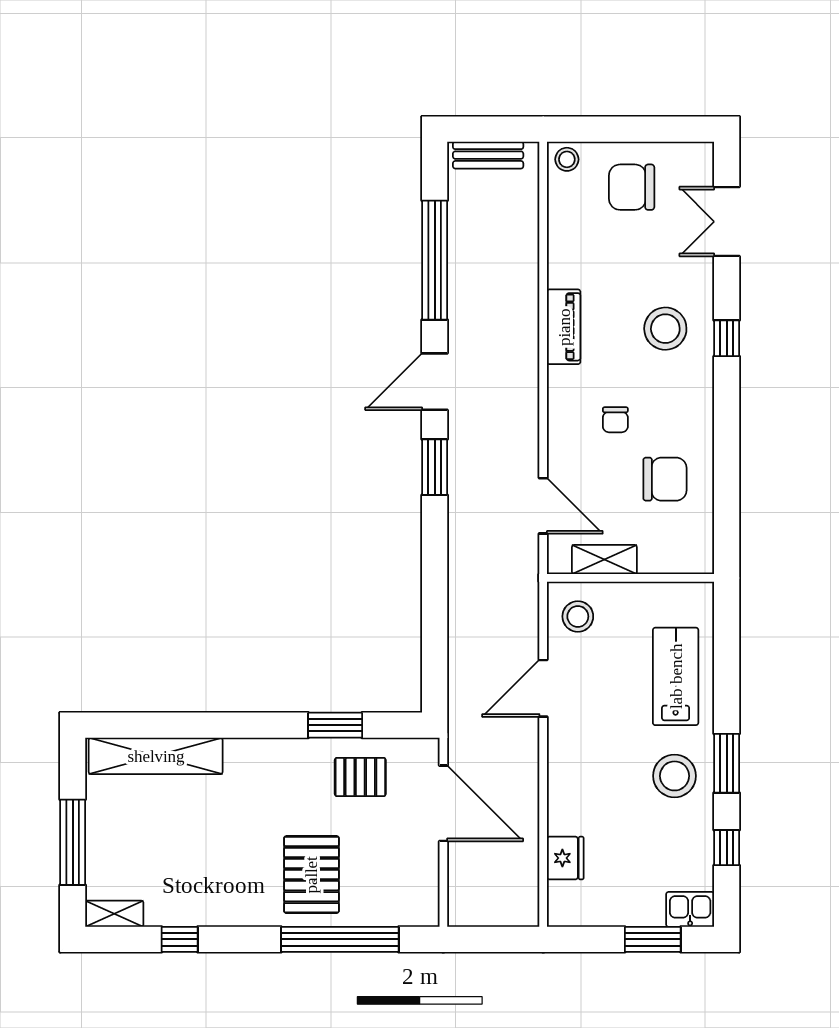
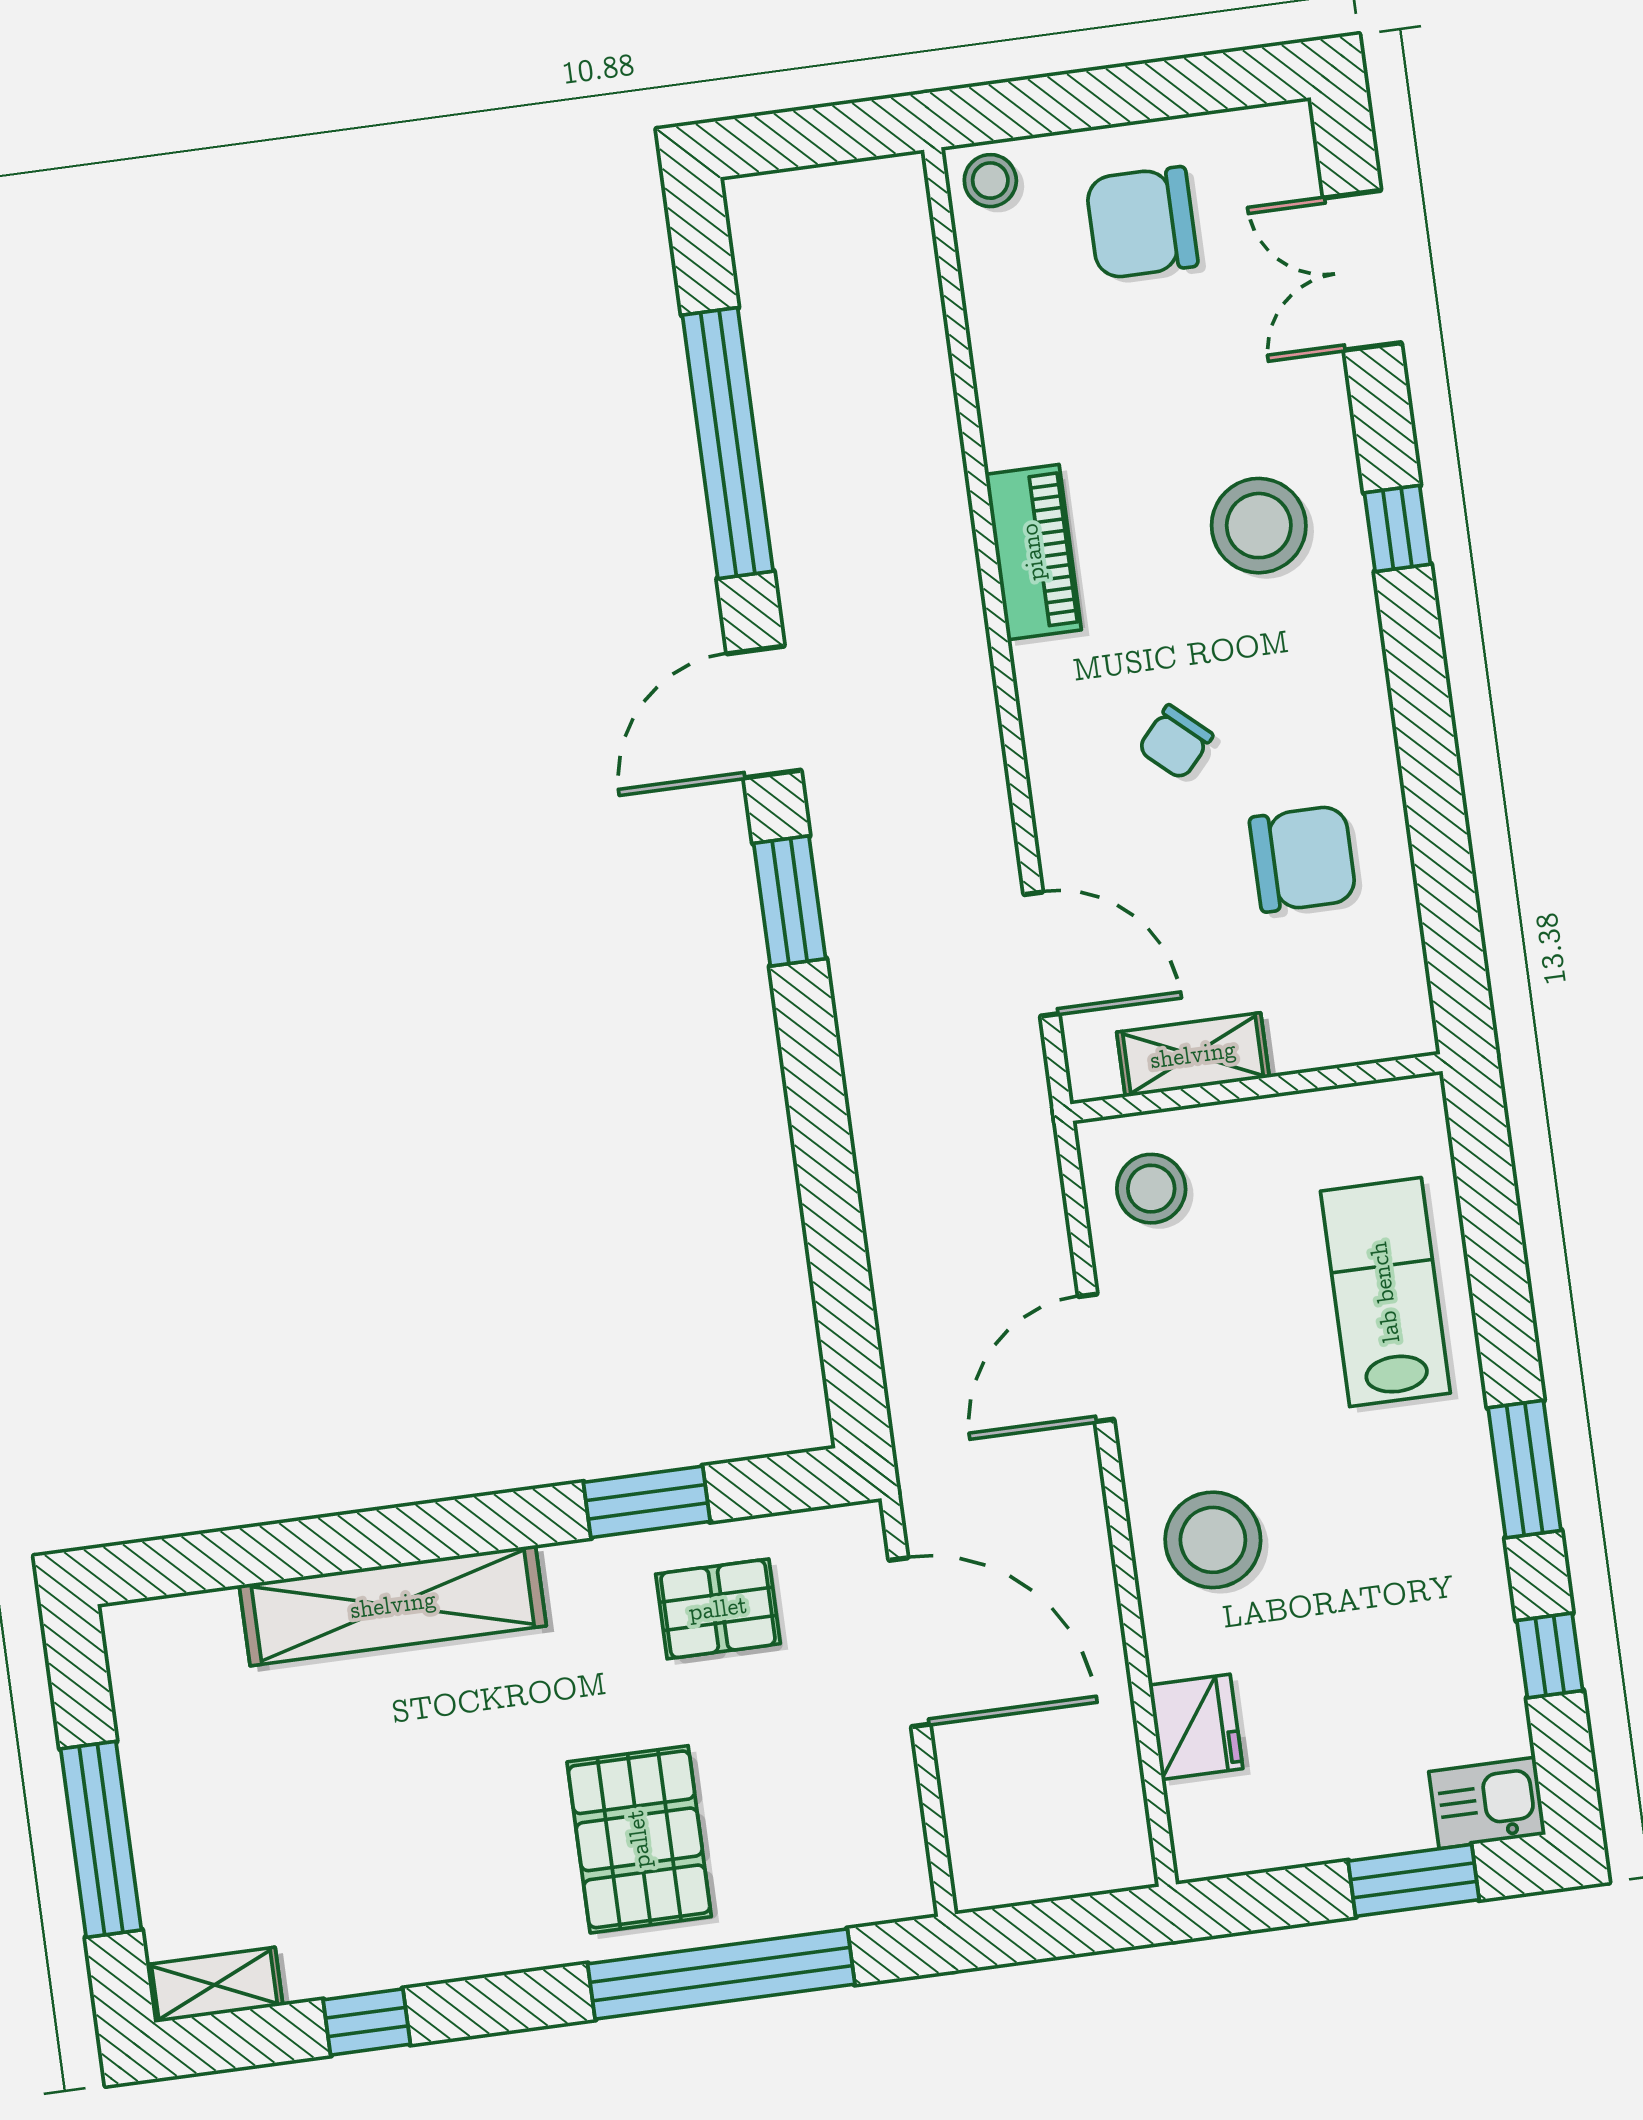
bench: (488, 155) -> (815, 195), removed
chair: (615, 420) -> (1175, 742), turned 42
shelving: (156, 756) -> (393, 1605), moved
stool: (675, 776) -> (1213, 1540), moved

